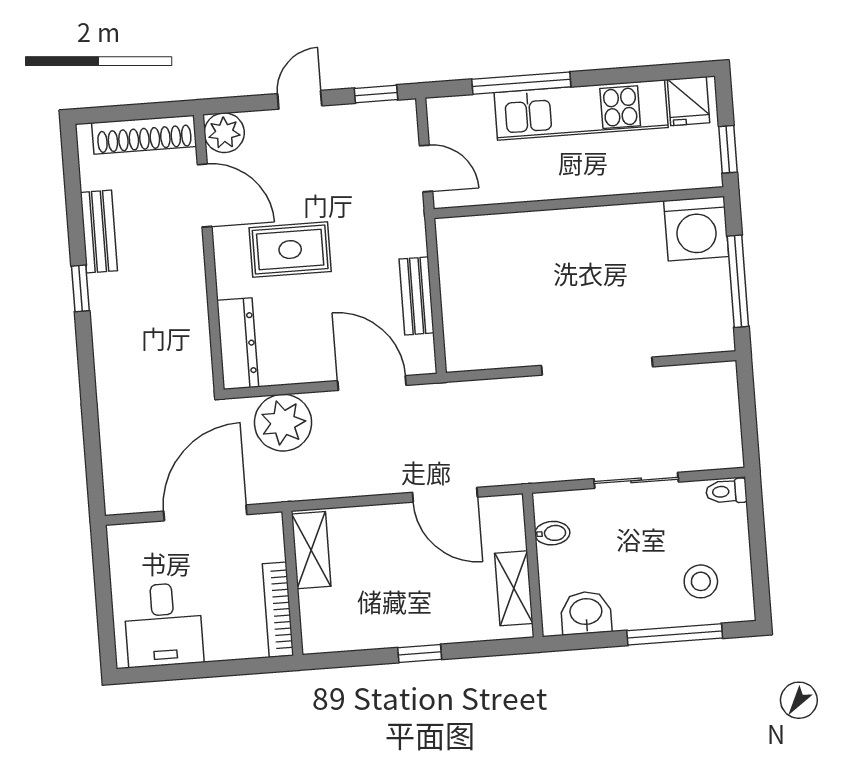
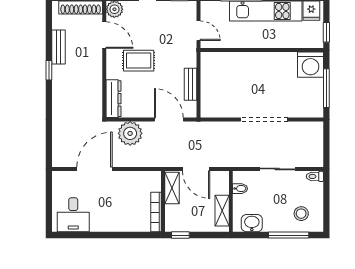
shelving: (311, 550) -> (172, 188), moved
wall: (292, 583) -> (163, 201), moved
bookcase: (278, 610) -> (156, 212), moved

